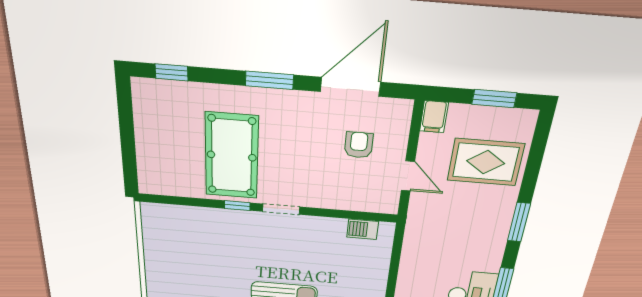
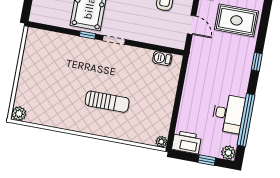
window: (519, 222) -> (257, 62), width x0.67

